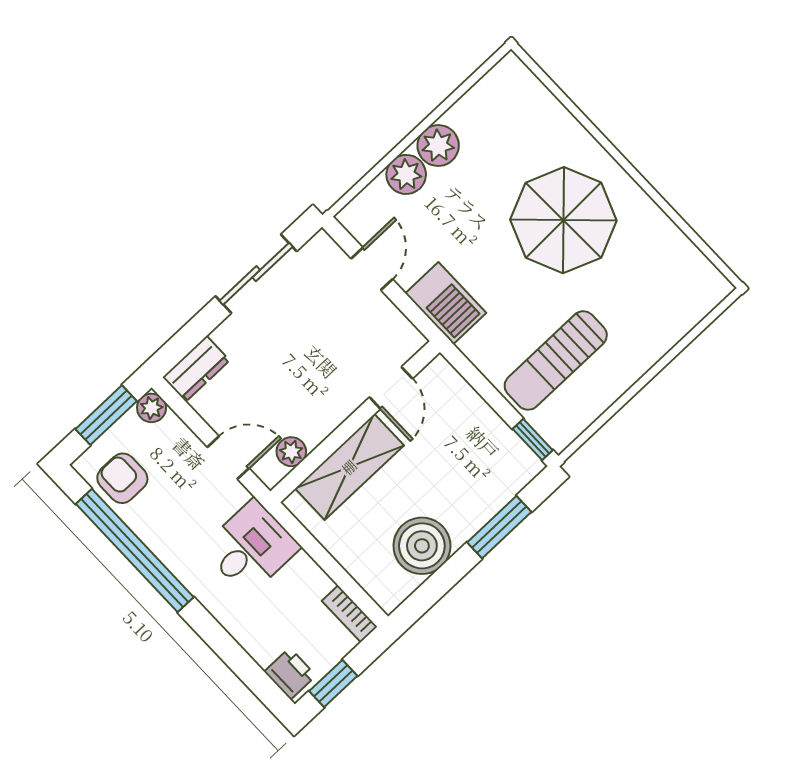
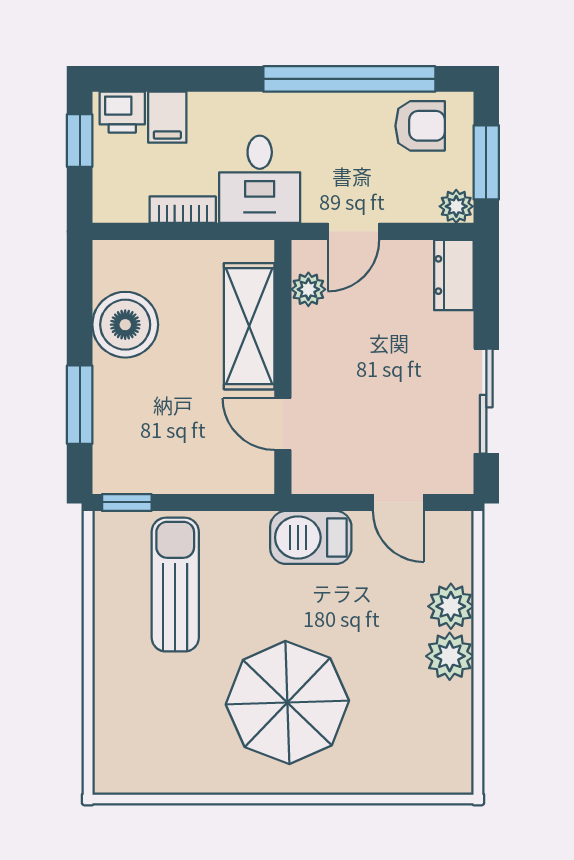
bookcase: (350, 614) -> (183, 210), moved
filing cabinet: (267, 642) -> (167, 117), added

